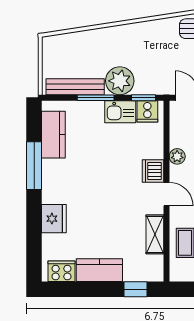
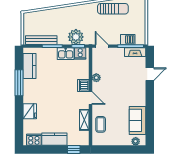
plant: (120, 81) -> (76, 37), moved

